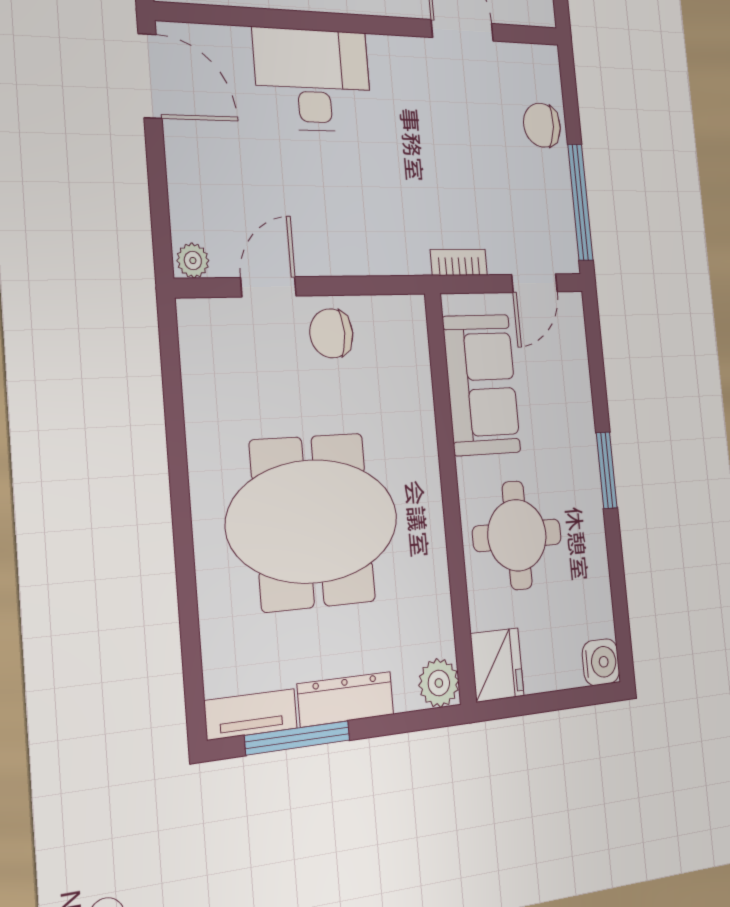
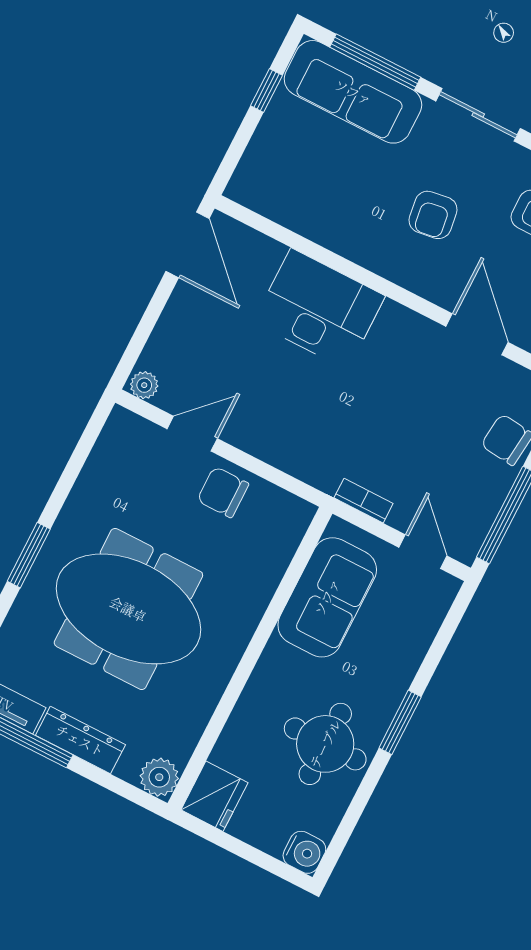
door: (535, 283) -> (423, 552), swing flipped
window: (182, 529) -> (29, 555), added
round table: (517, 535) -> (325, 744), moved

